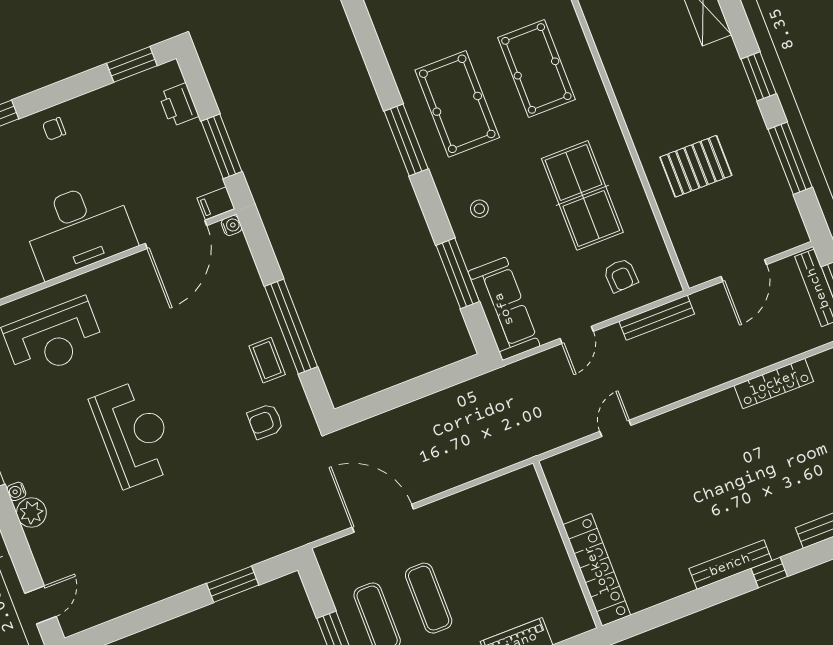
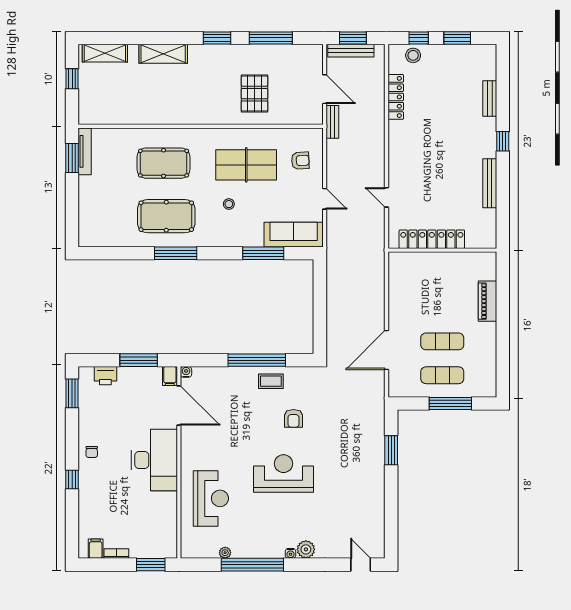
stool: (479, 209) -> (229, 204), moved
bench: (657, 318) -> (332, 122), moved, width x0.73
armchair: (265, 421) -> (293, 418), moved
bench: (730, 565) -> (490, 183), moved
locker: (597, 570) -> (432, 239), moved

